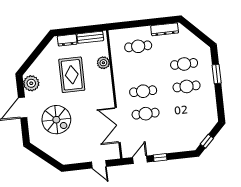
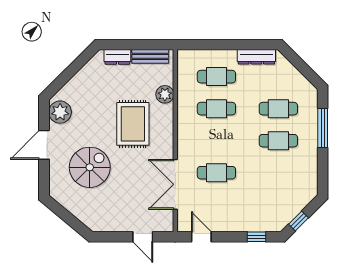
window: (217, 74) -> (323, 128), width x1.44
rug: (72, 75) -> (133, 124), moved
cafe table: (143, 91) -> (216, 109), moved
spiral stairs: (56, 120) -> (90, 167), turned -90
window: (160, 158) -> (257, 237), moved
door: (140, 160) -> (201, 237), hinge flipped

